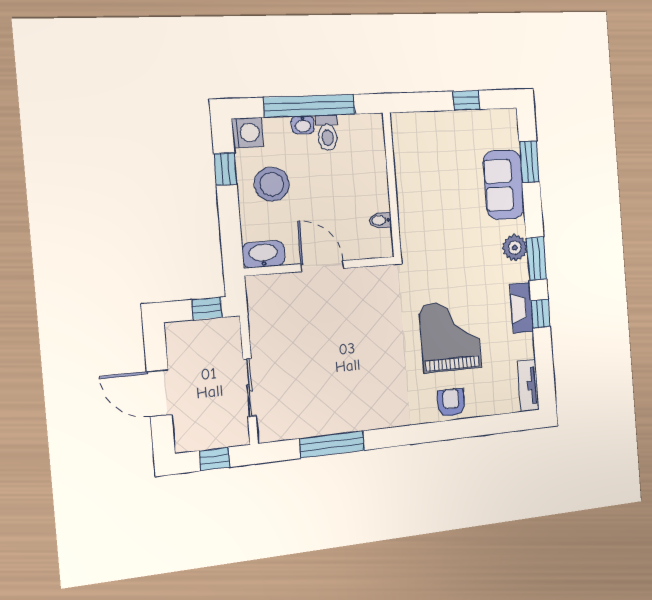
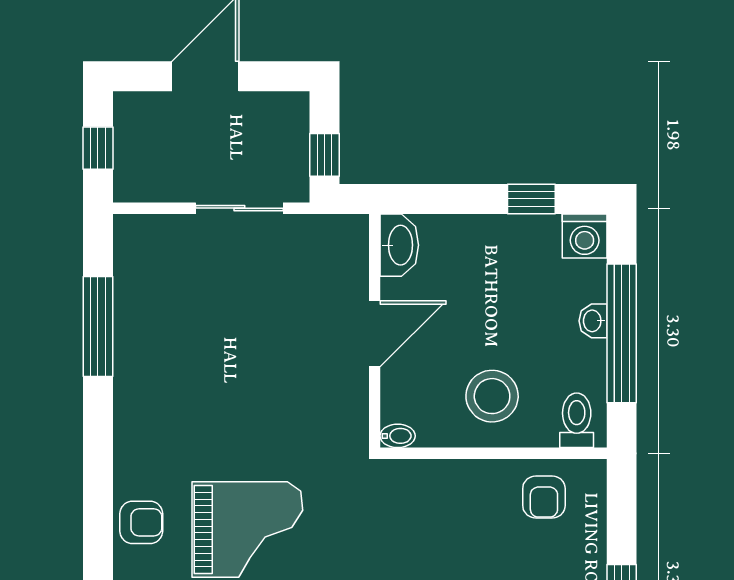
toilet: (327, 133) -> (577, 420), moved, turned 90
armchair: (416, 151) -> (544, 497), added
stool: (272, 184) -> (492, 396), moved
bidet: (380, 220) -> (398, 436), moved, turned 90
sliding door: (249, 387) -> (239, 208), moved

